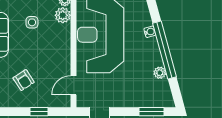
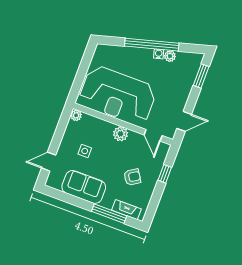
plant: (63, 15) -> (121, 134), moved
water cooler: (150, 32) -> (159, 54), moved

